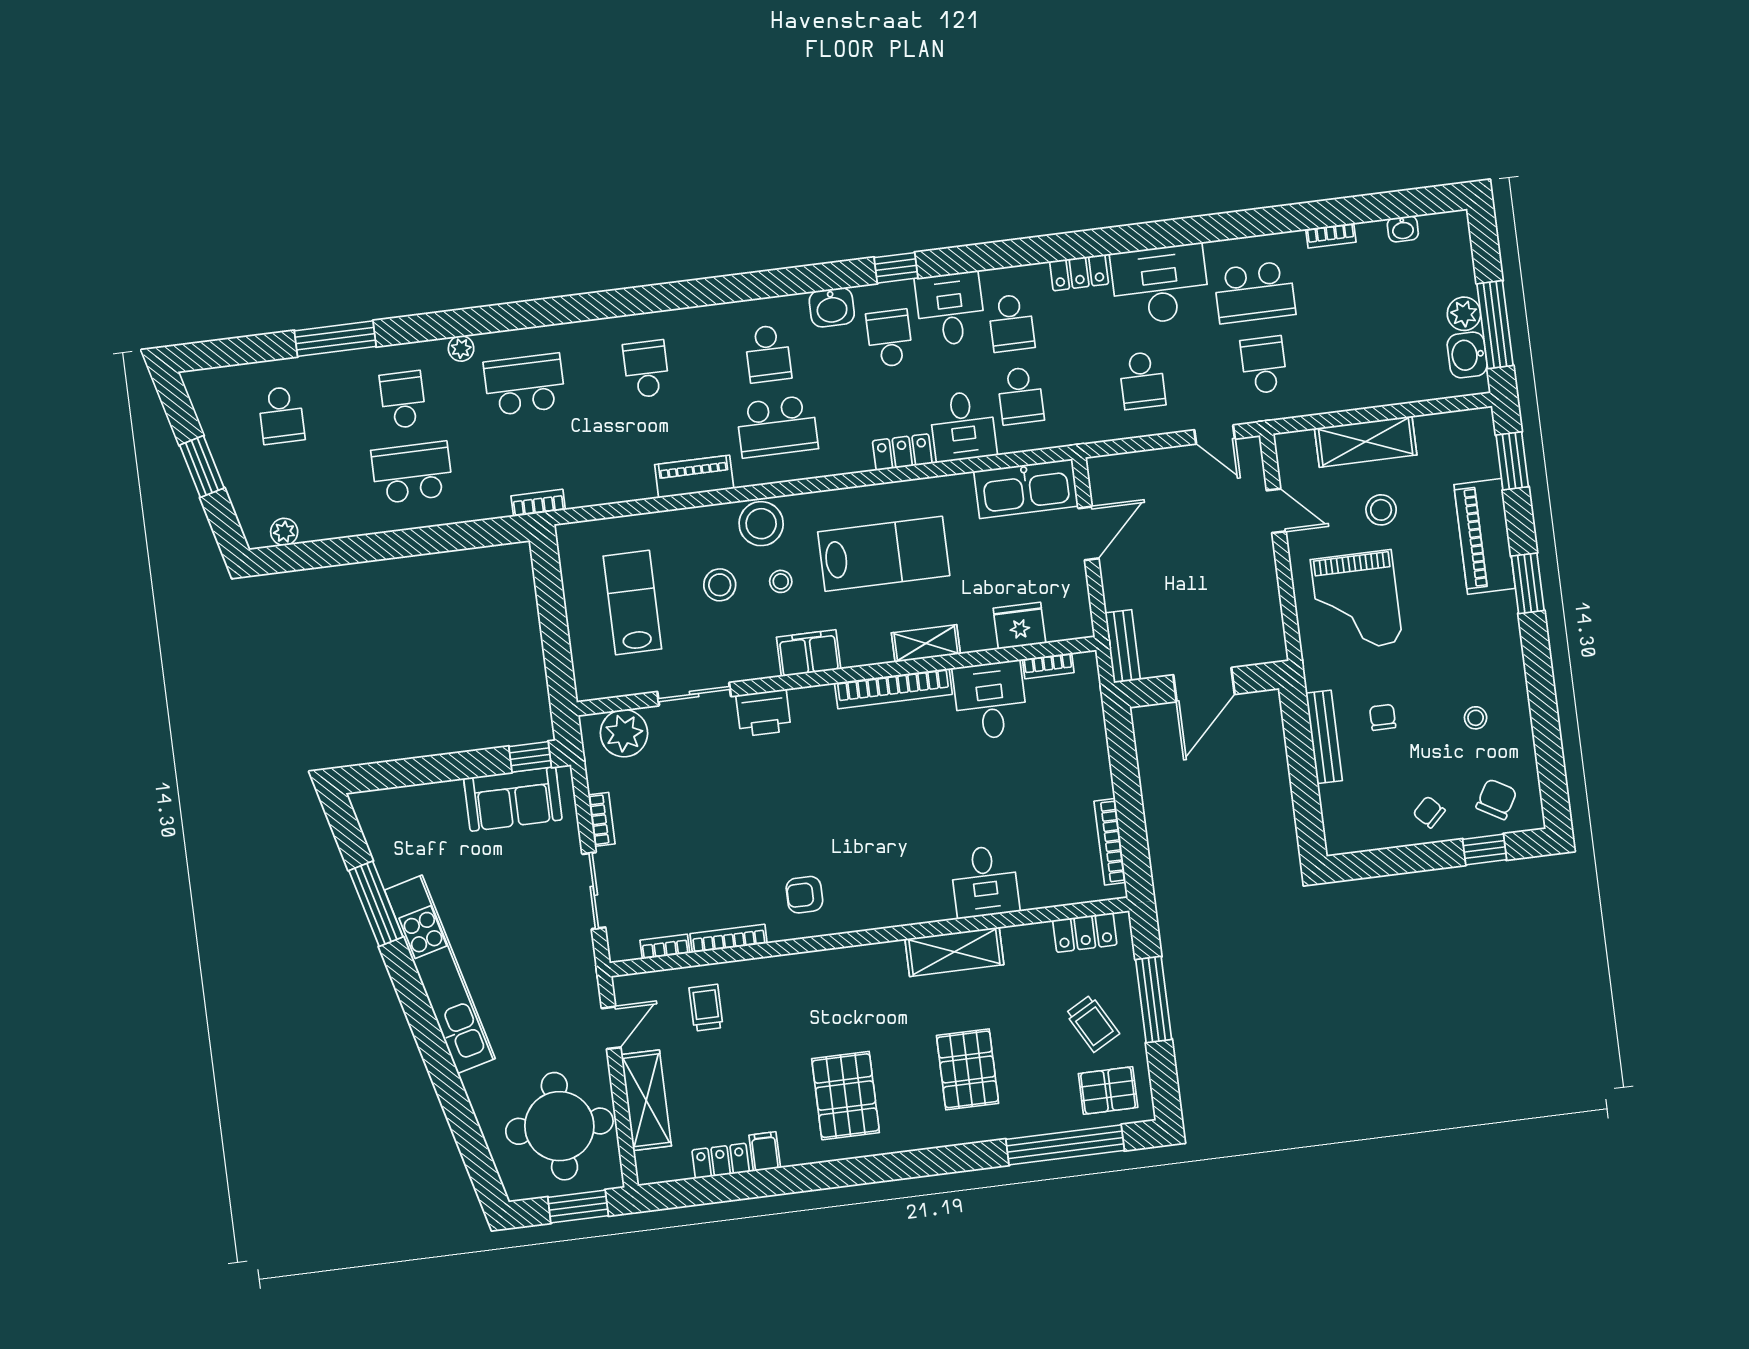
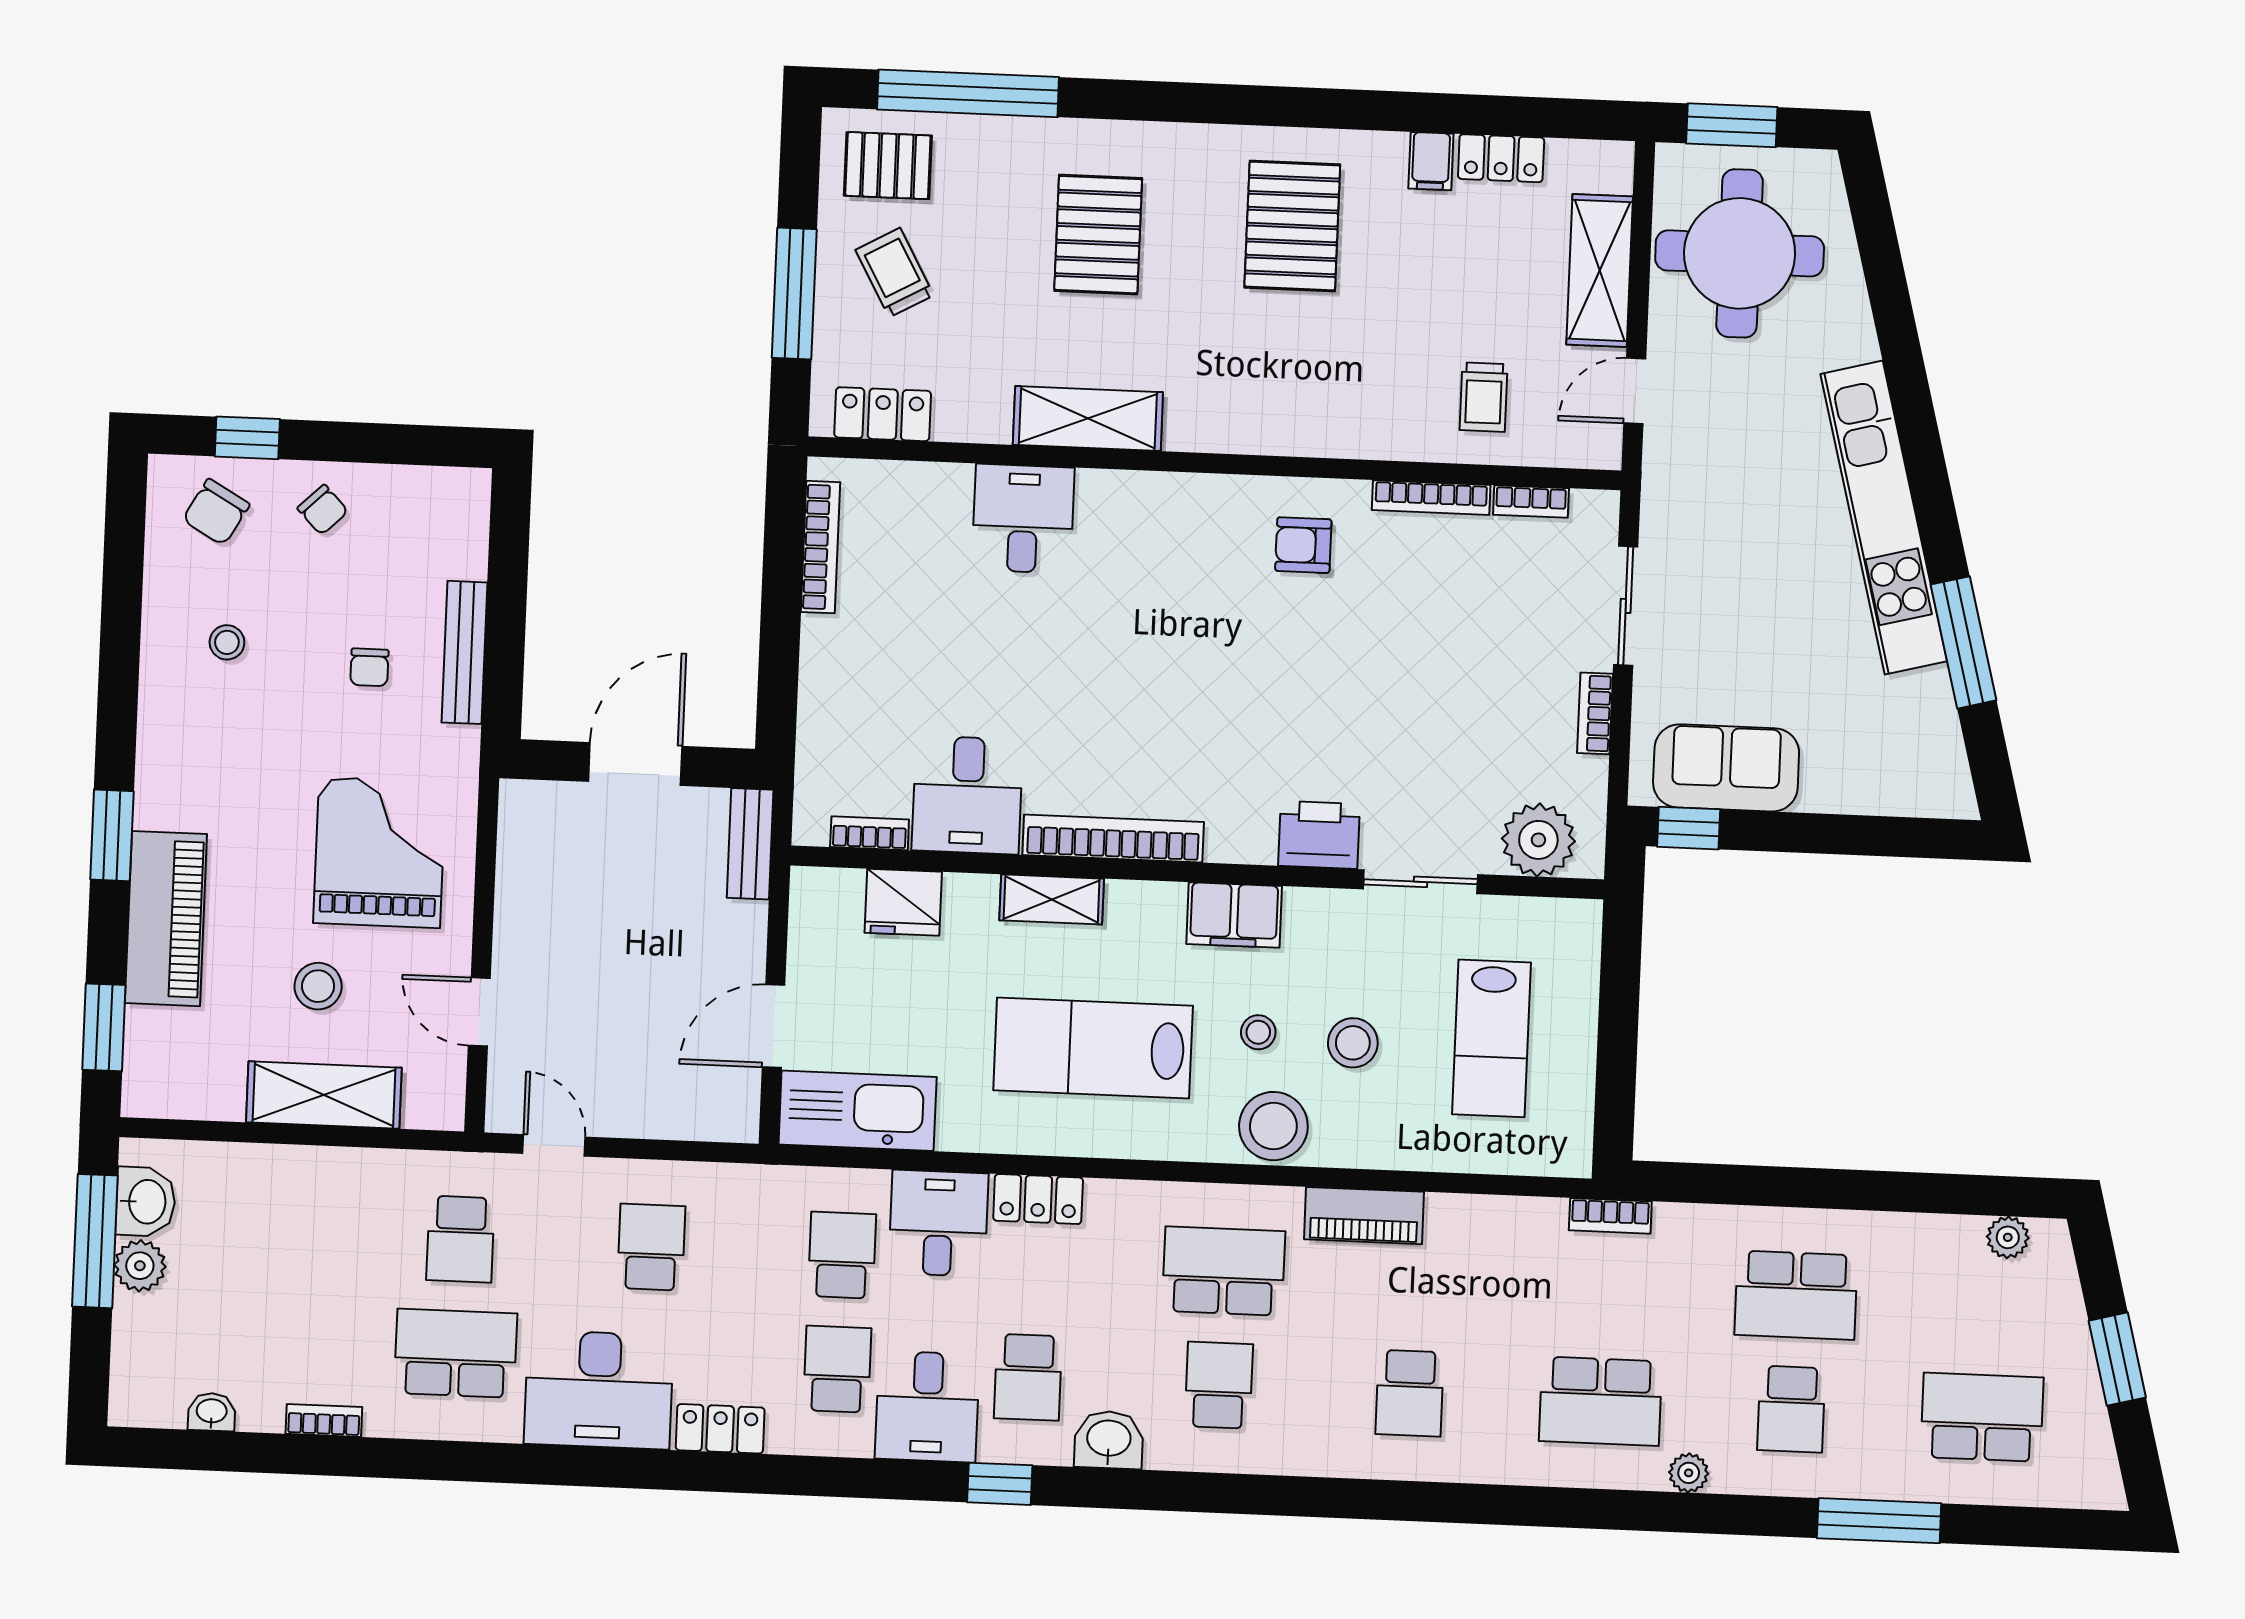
school desk: (281, 415) -> (1982, 1417), width x1.85
armchair: (804, 895) -> (1303, 545), turned 180

